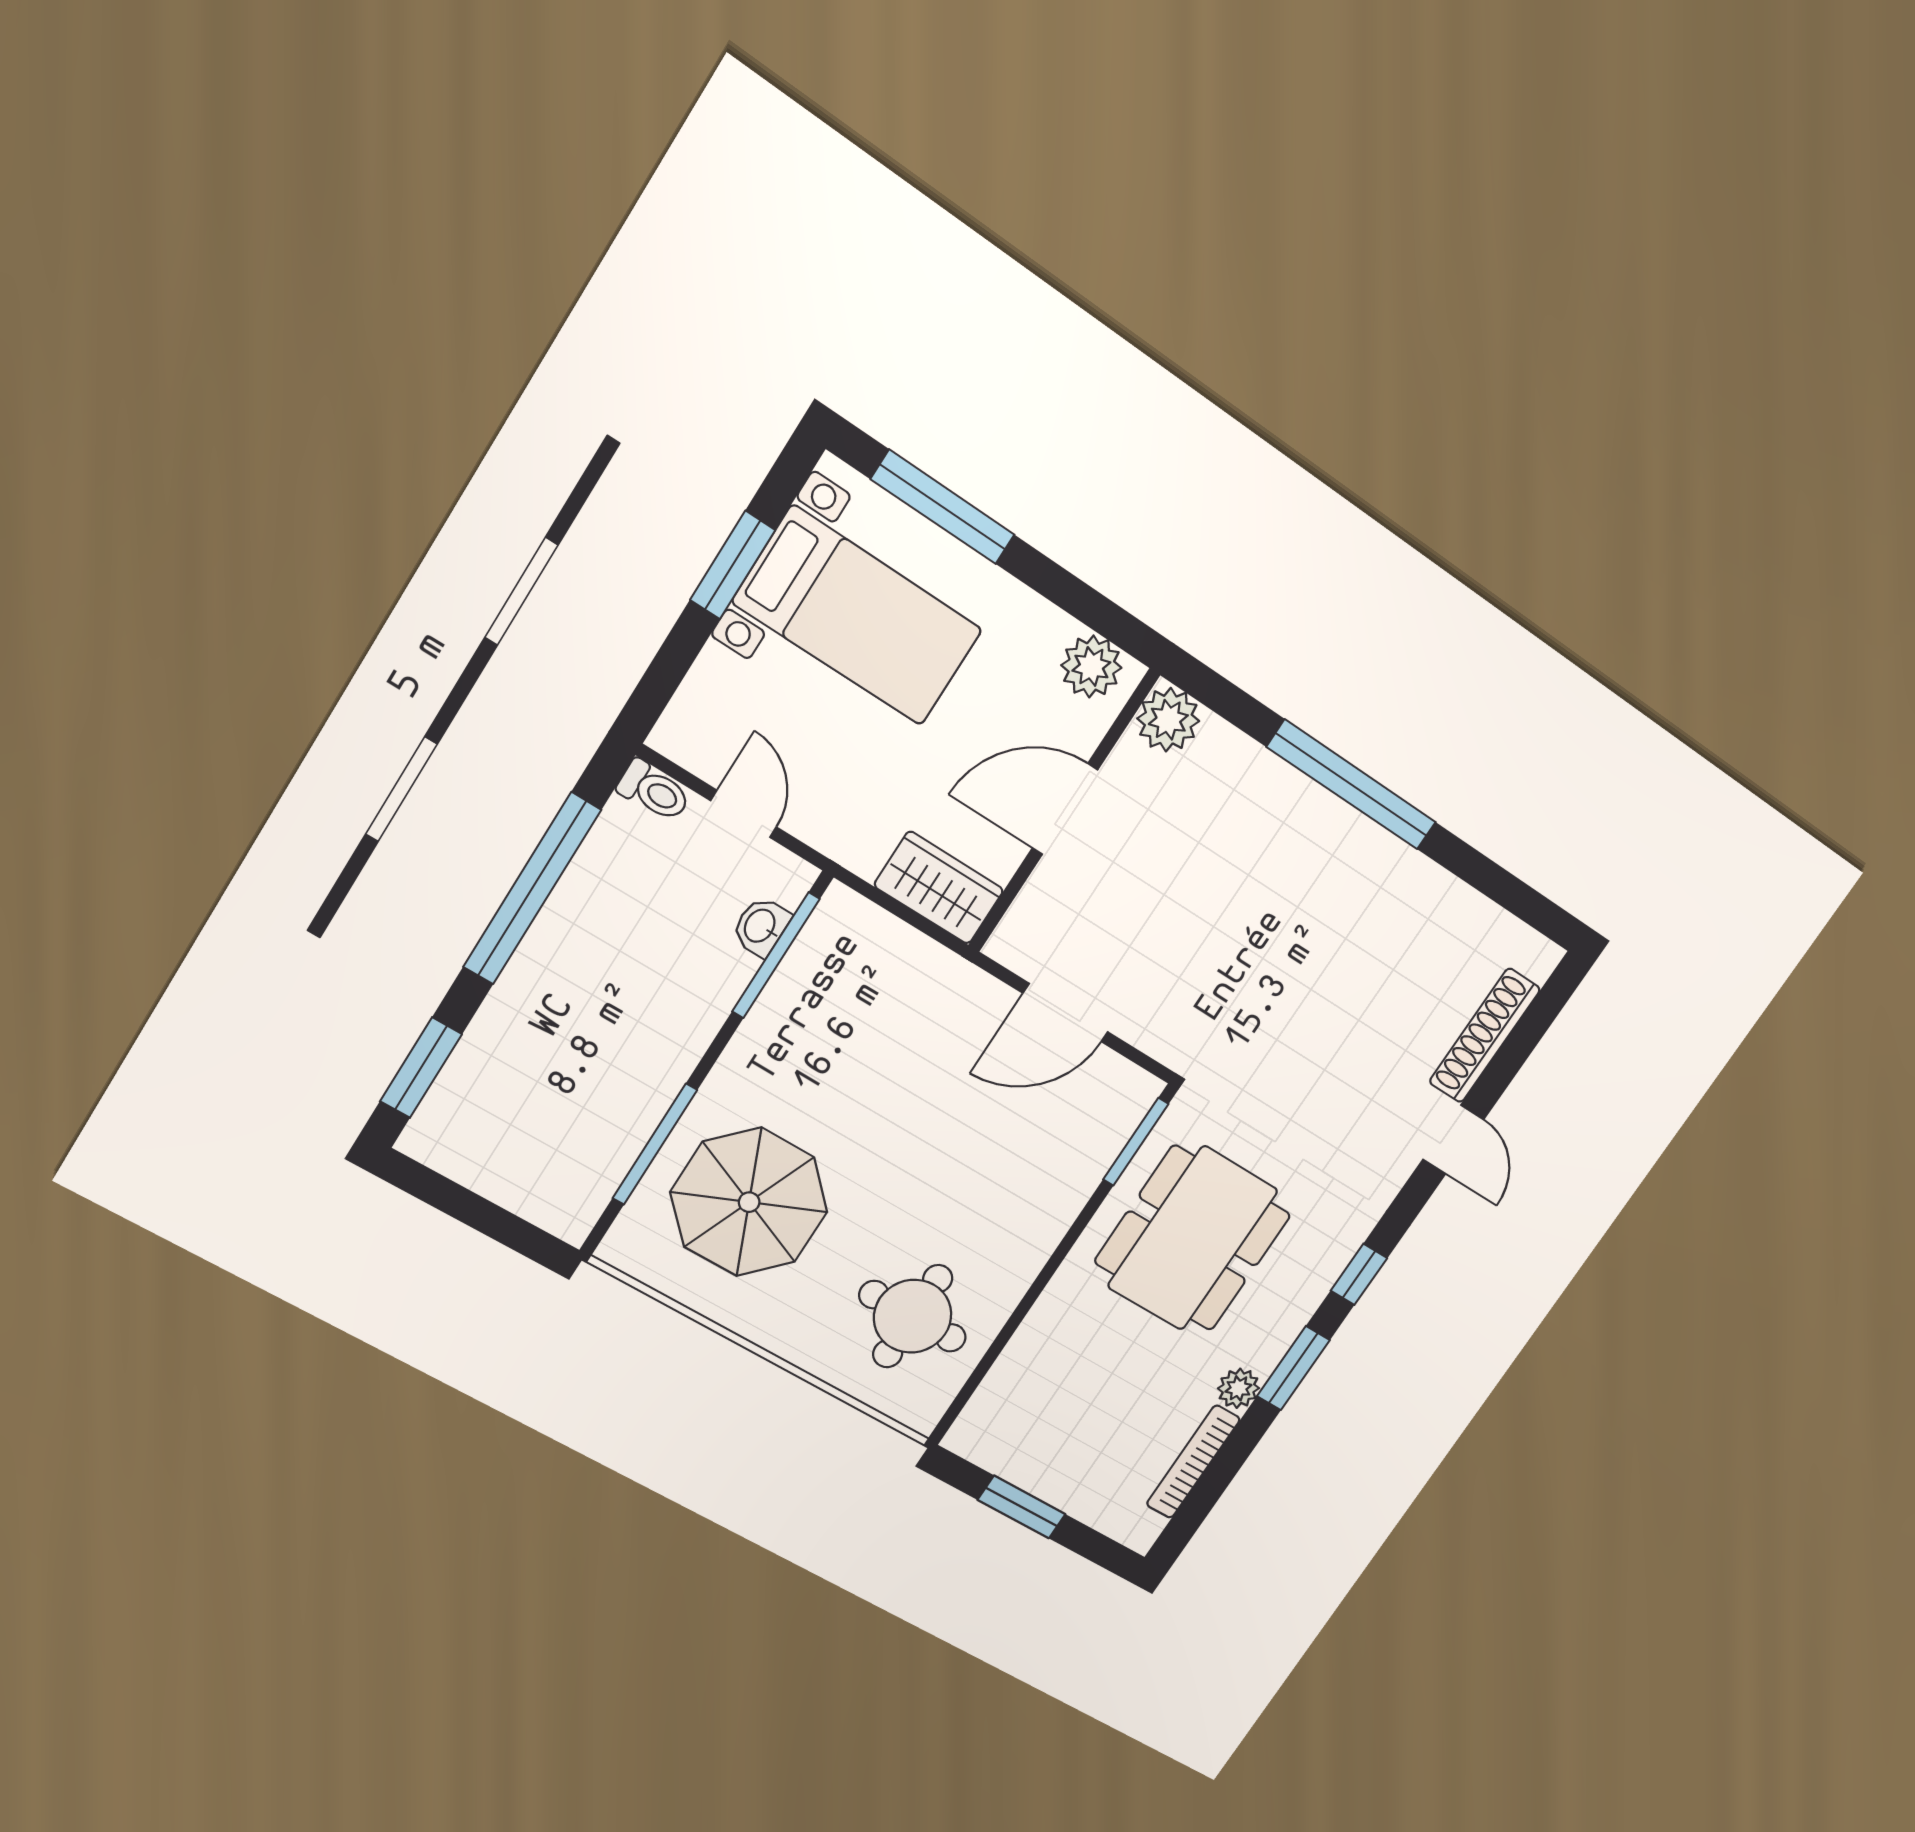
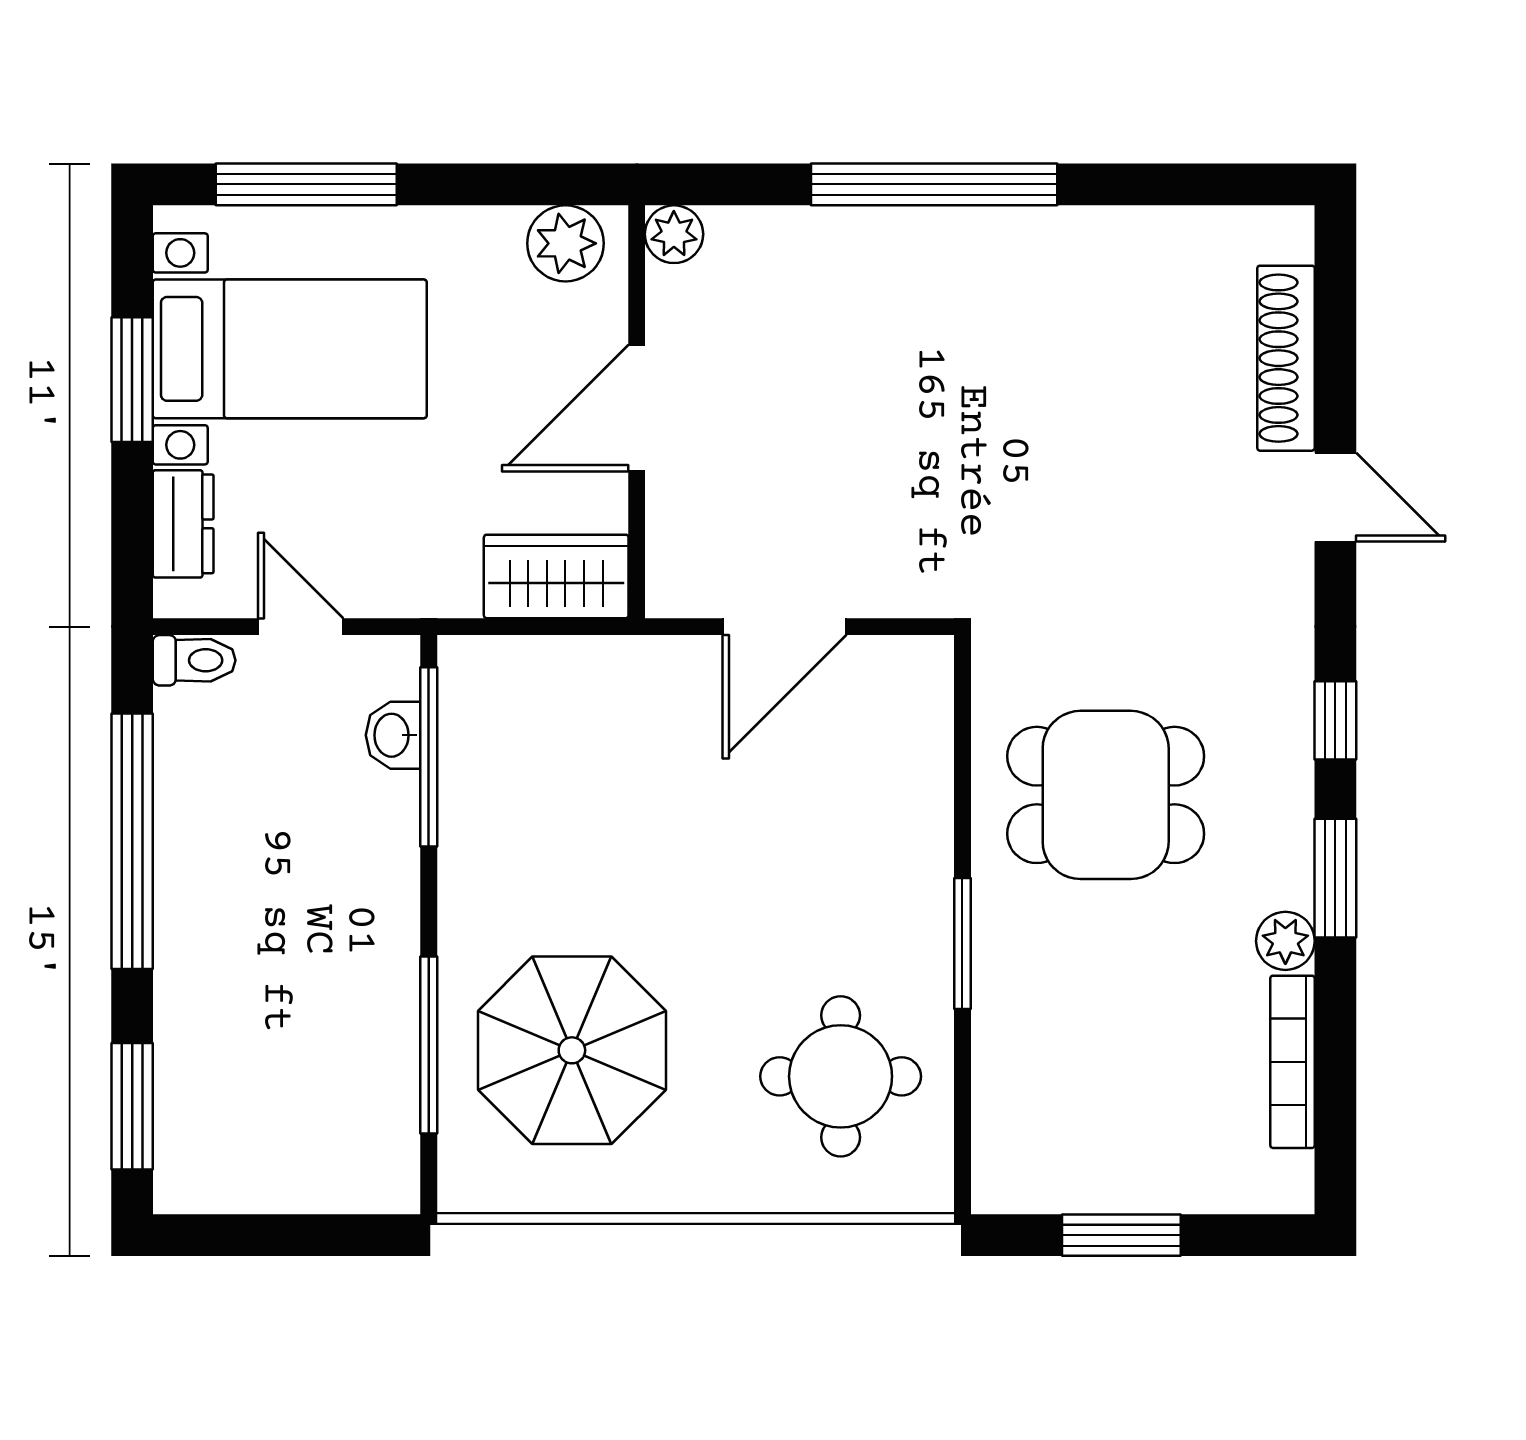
dresser: (705, 691) -> (183, 524), added
plant: (1168, 720) -> (674, 234), width x0.73, depth x0.73
window: (1136, 1142) -> (962, 943), moved
dining table: (1193, 1238) -> (1106, 795), width x0.73

